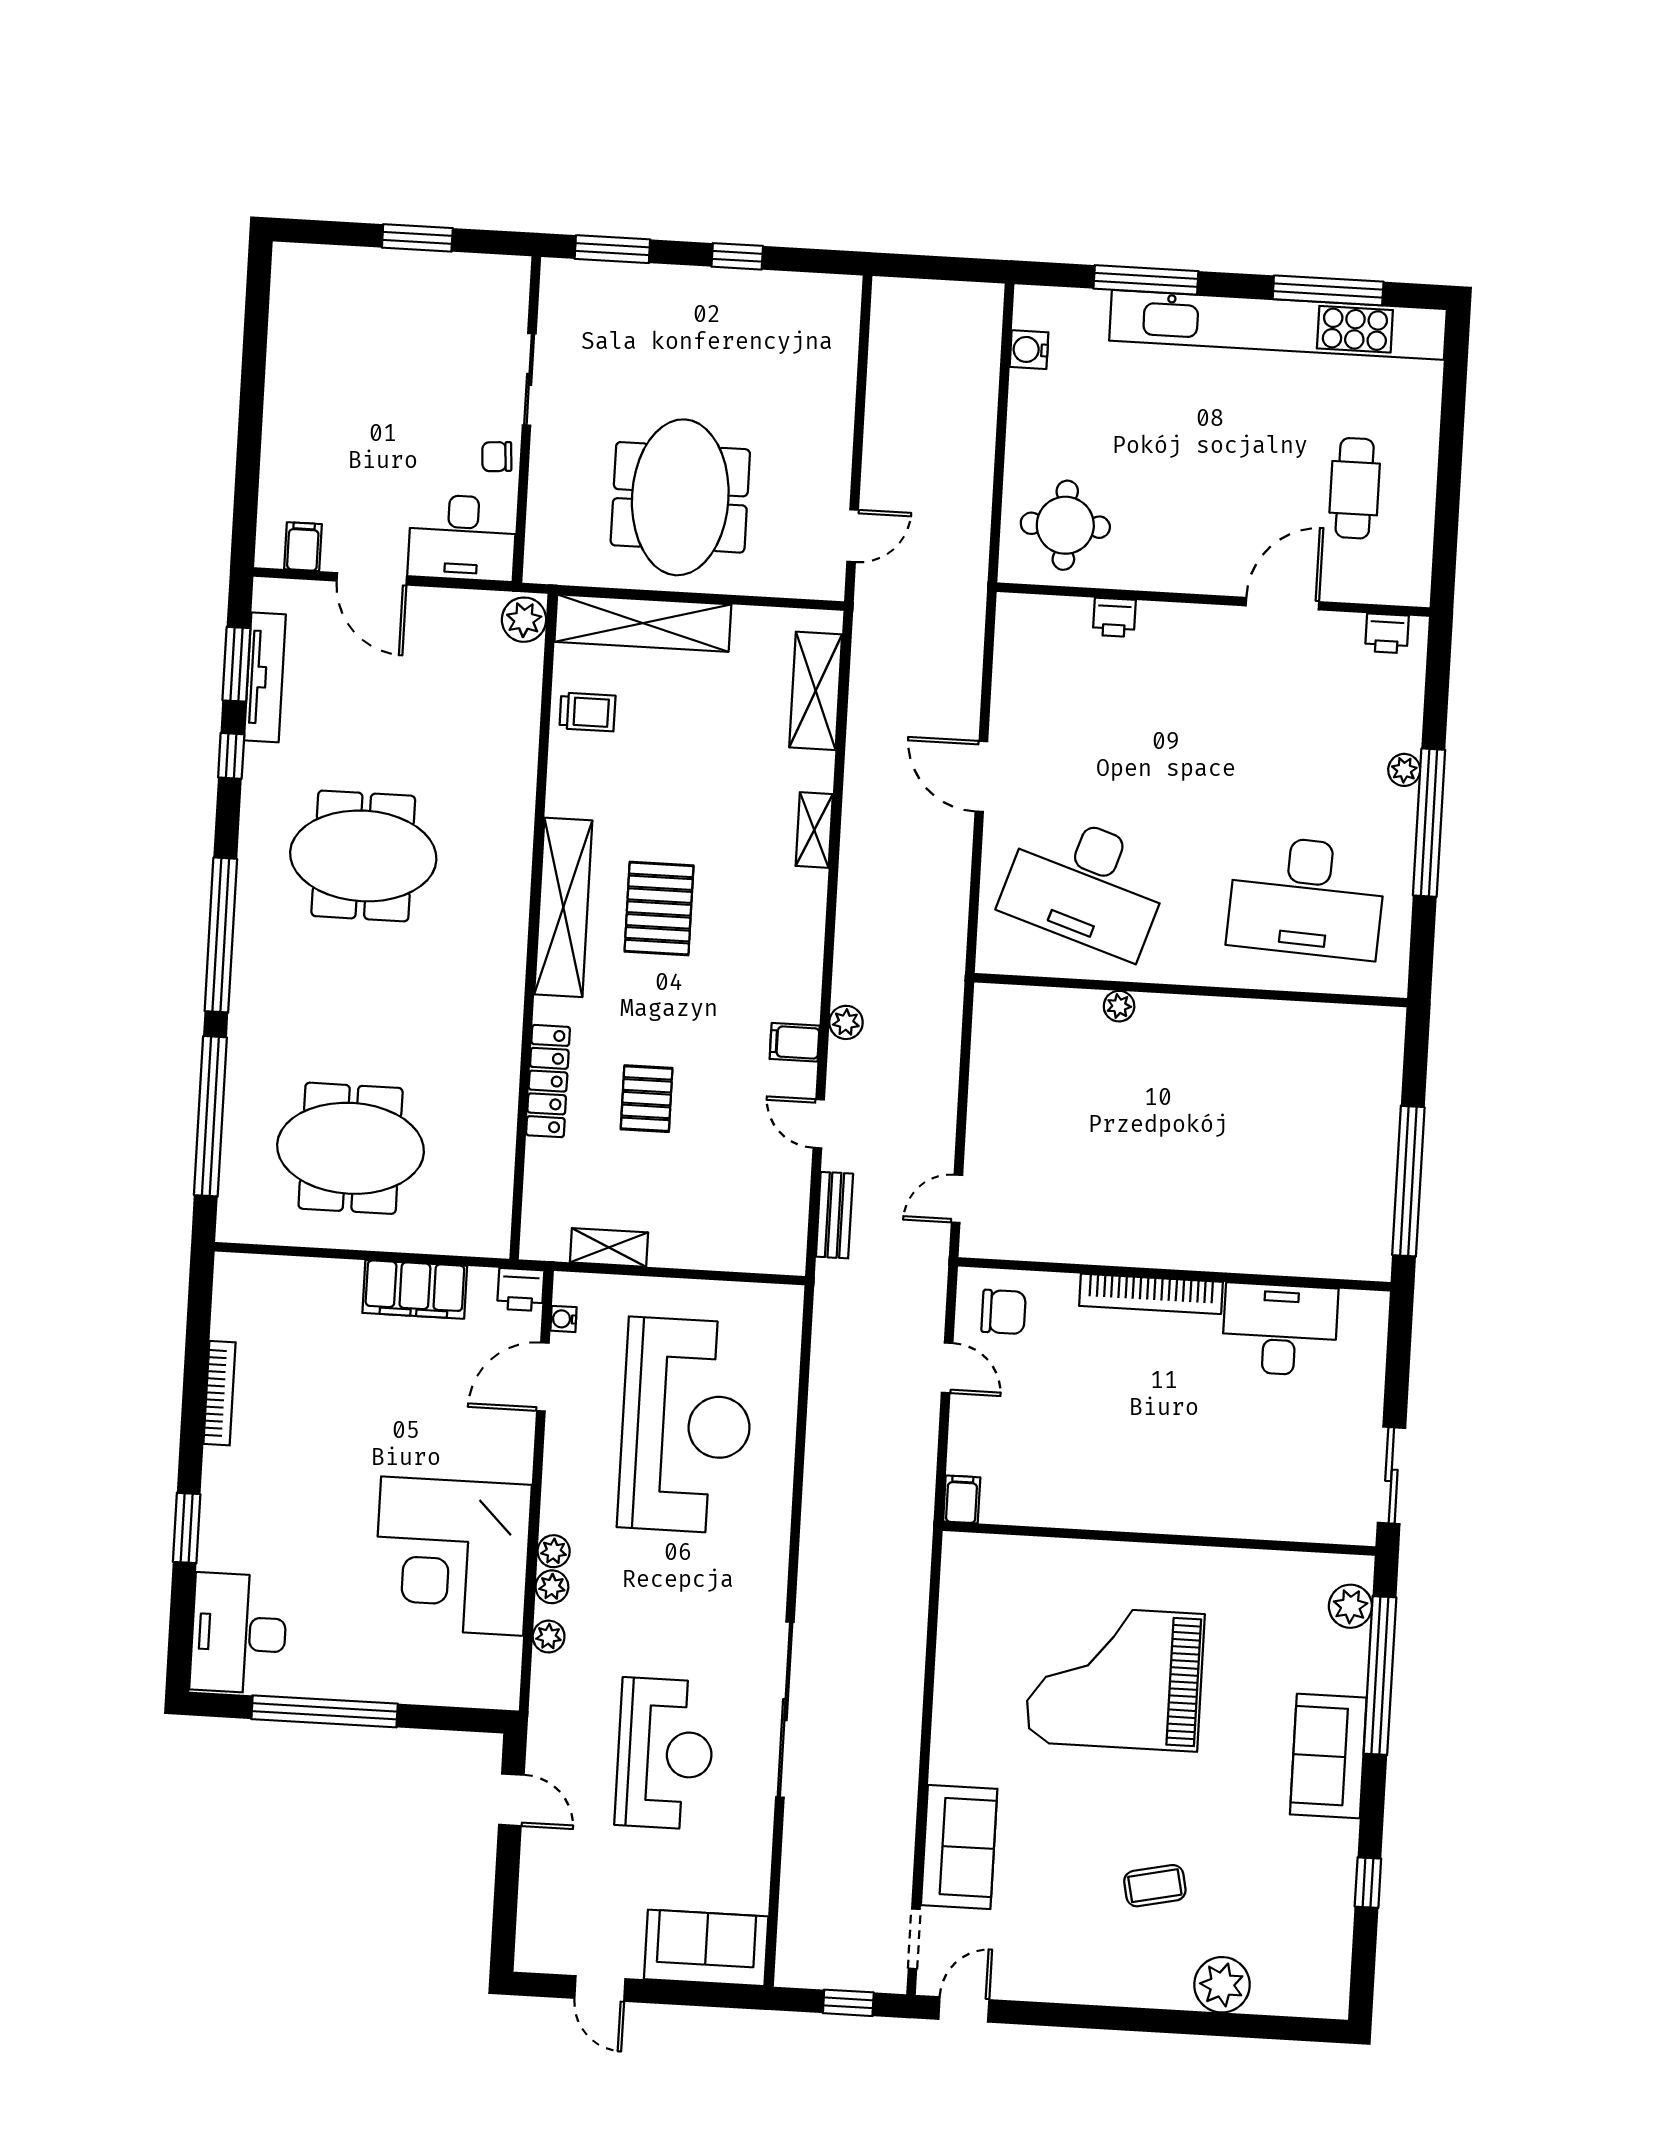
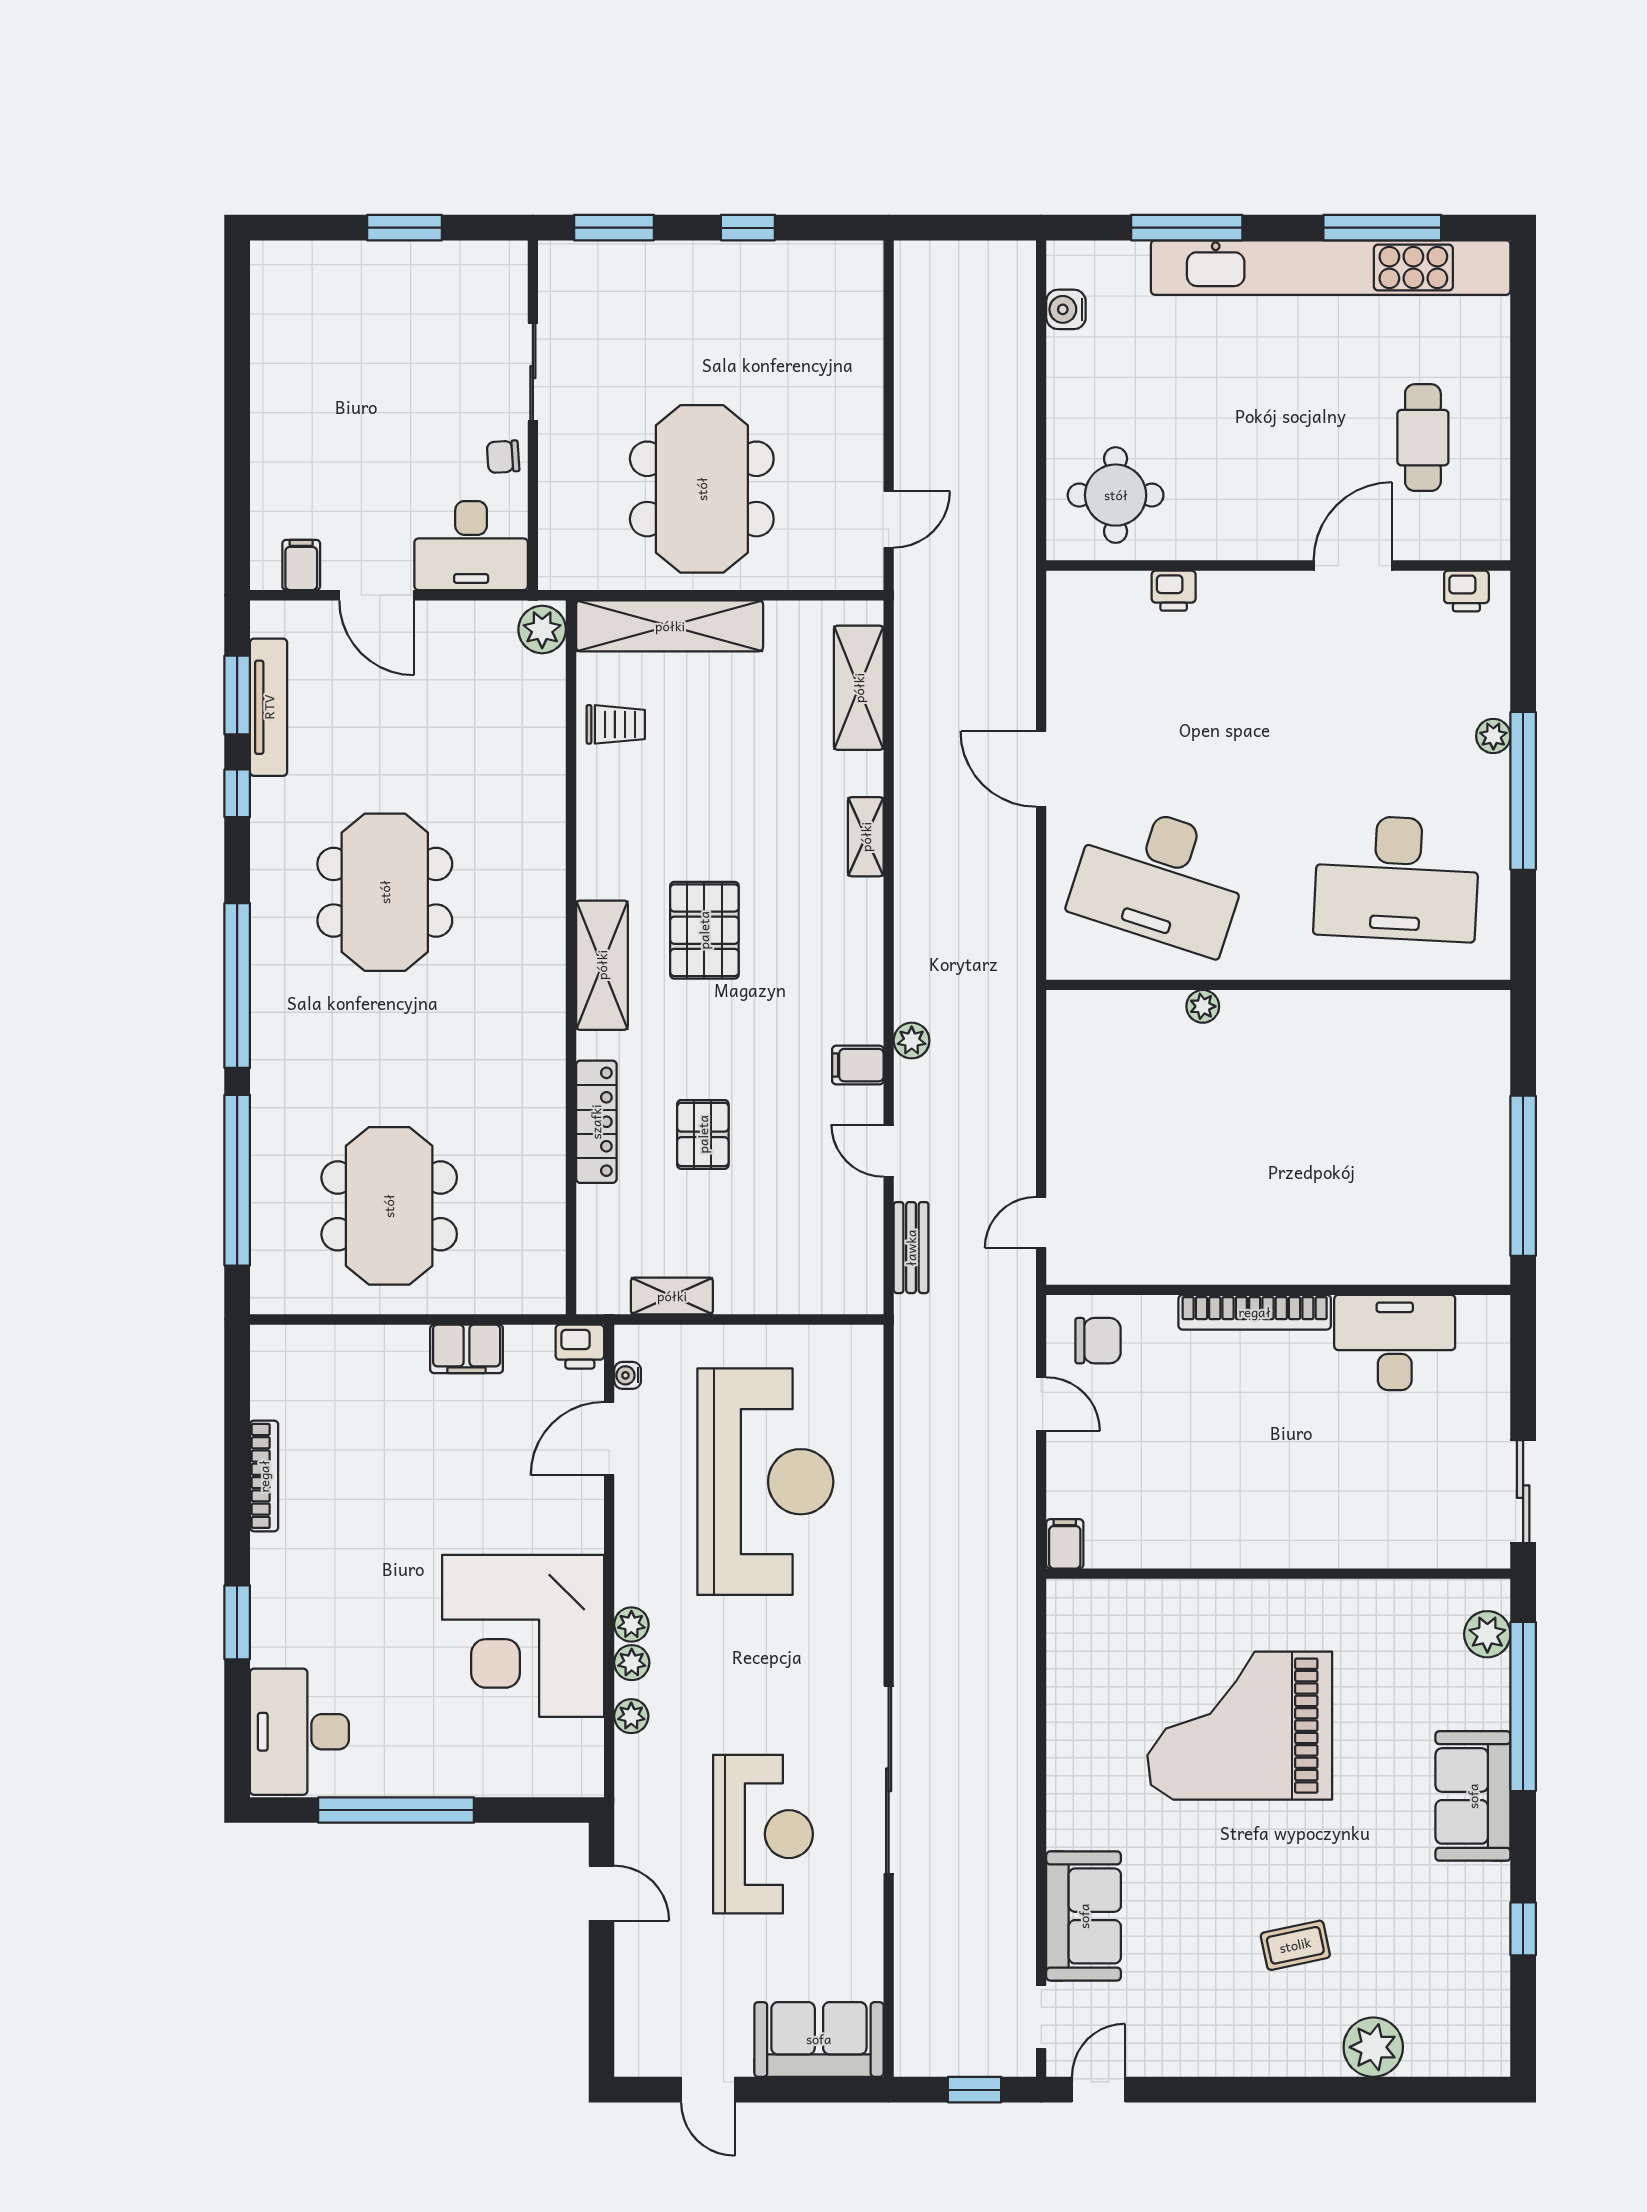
meeting table: (363, 856) -> (385, 892), turned 90
shelving: (563, 907) -> (602, 965), width x0.68
meeting table: (351, 1148) -> (389, 1206), turned 90
filing cabinet: (415, 1289) -> (467, 1349), width x0.67, depth x0.86

